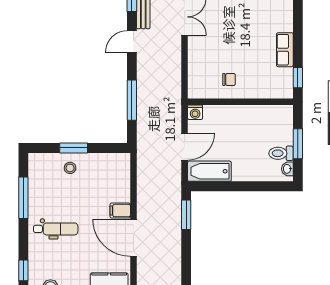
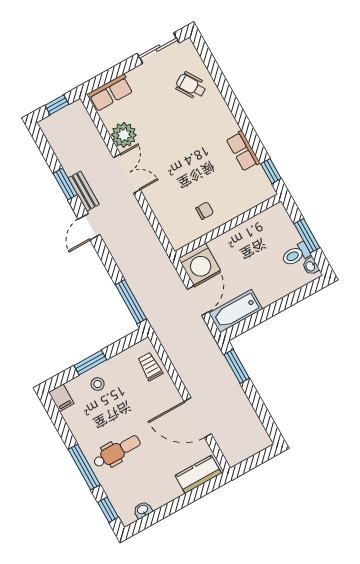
window: (132, 100) -> (131, 302), moved
washing machine: (195, 112) -> (199, 264), width x1.89, depth x1.89
trolley: (119, 177) -> (150, 366), added
window: (23, 198) -> (84, 467), moved
filing cabinet: (120, 211) -> (61, 398), moved, turned -90

